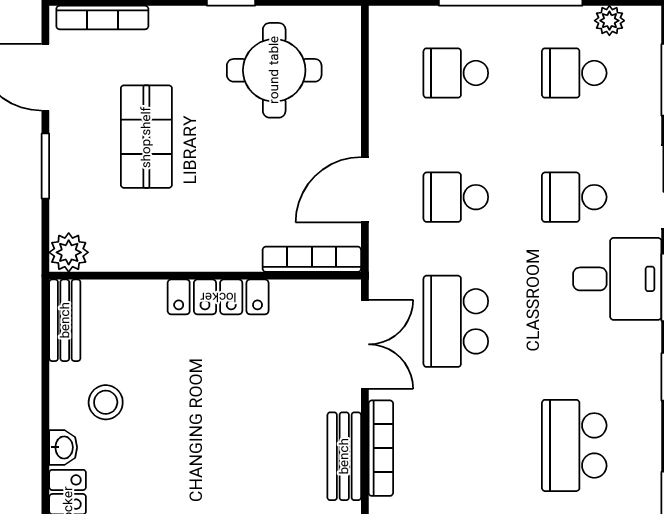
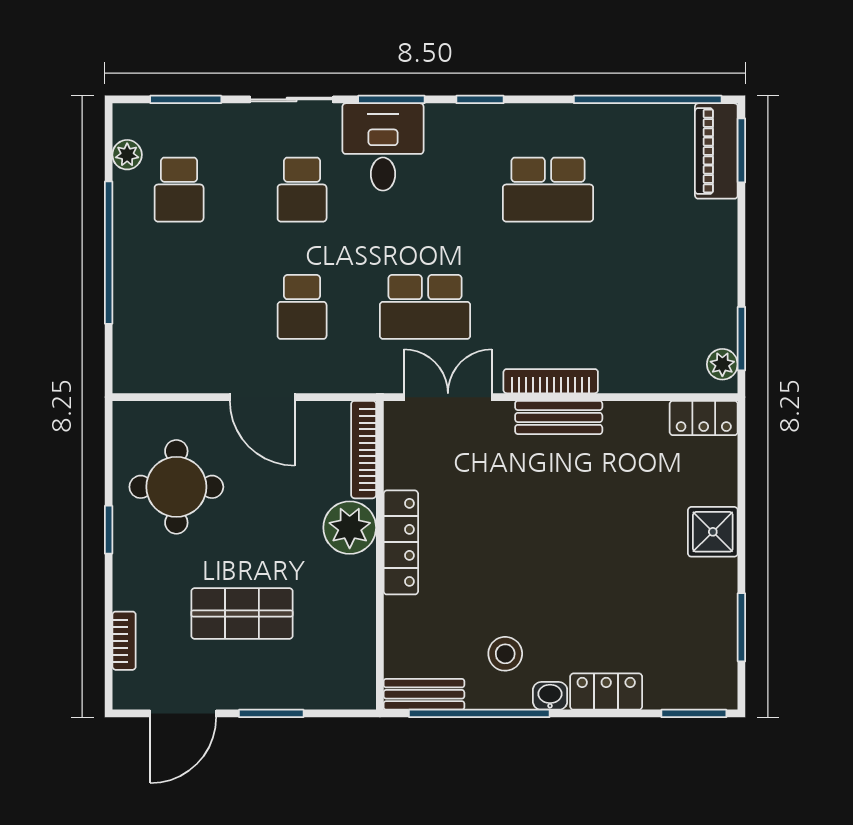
bookcase: (102, 17) -> (124, 641), width x0.64
school desk: (456, 73) -> (179, 307), removed
door: (365, 190) -> (262, 397), moved
plant: (69, 252) -> (350, 528), moved, width x1.36, depth x1.36
window: (45, 376) -> (479, 713), added

